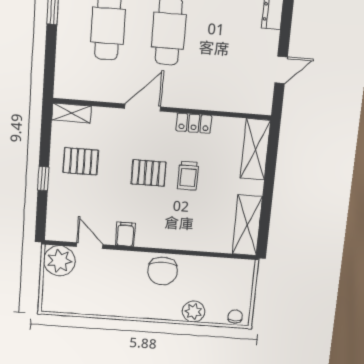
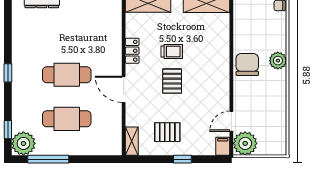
pallet: (81, 161) -> (167, 132), turned 90
filing cabinet: (125, 234) -> (223, 146), moved, turned 90
chair: (163, 271) -> (247, 64), turned -90
plant: (194, 312) -> (278, 61), moved

